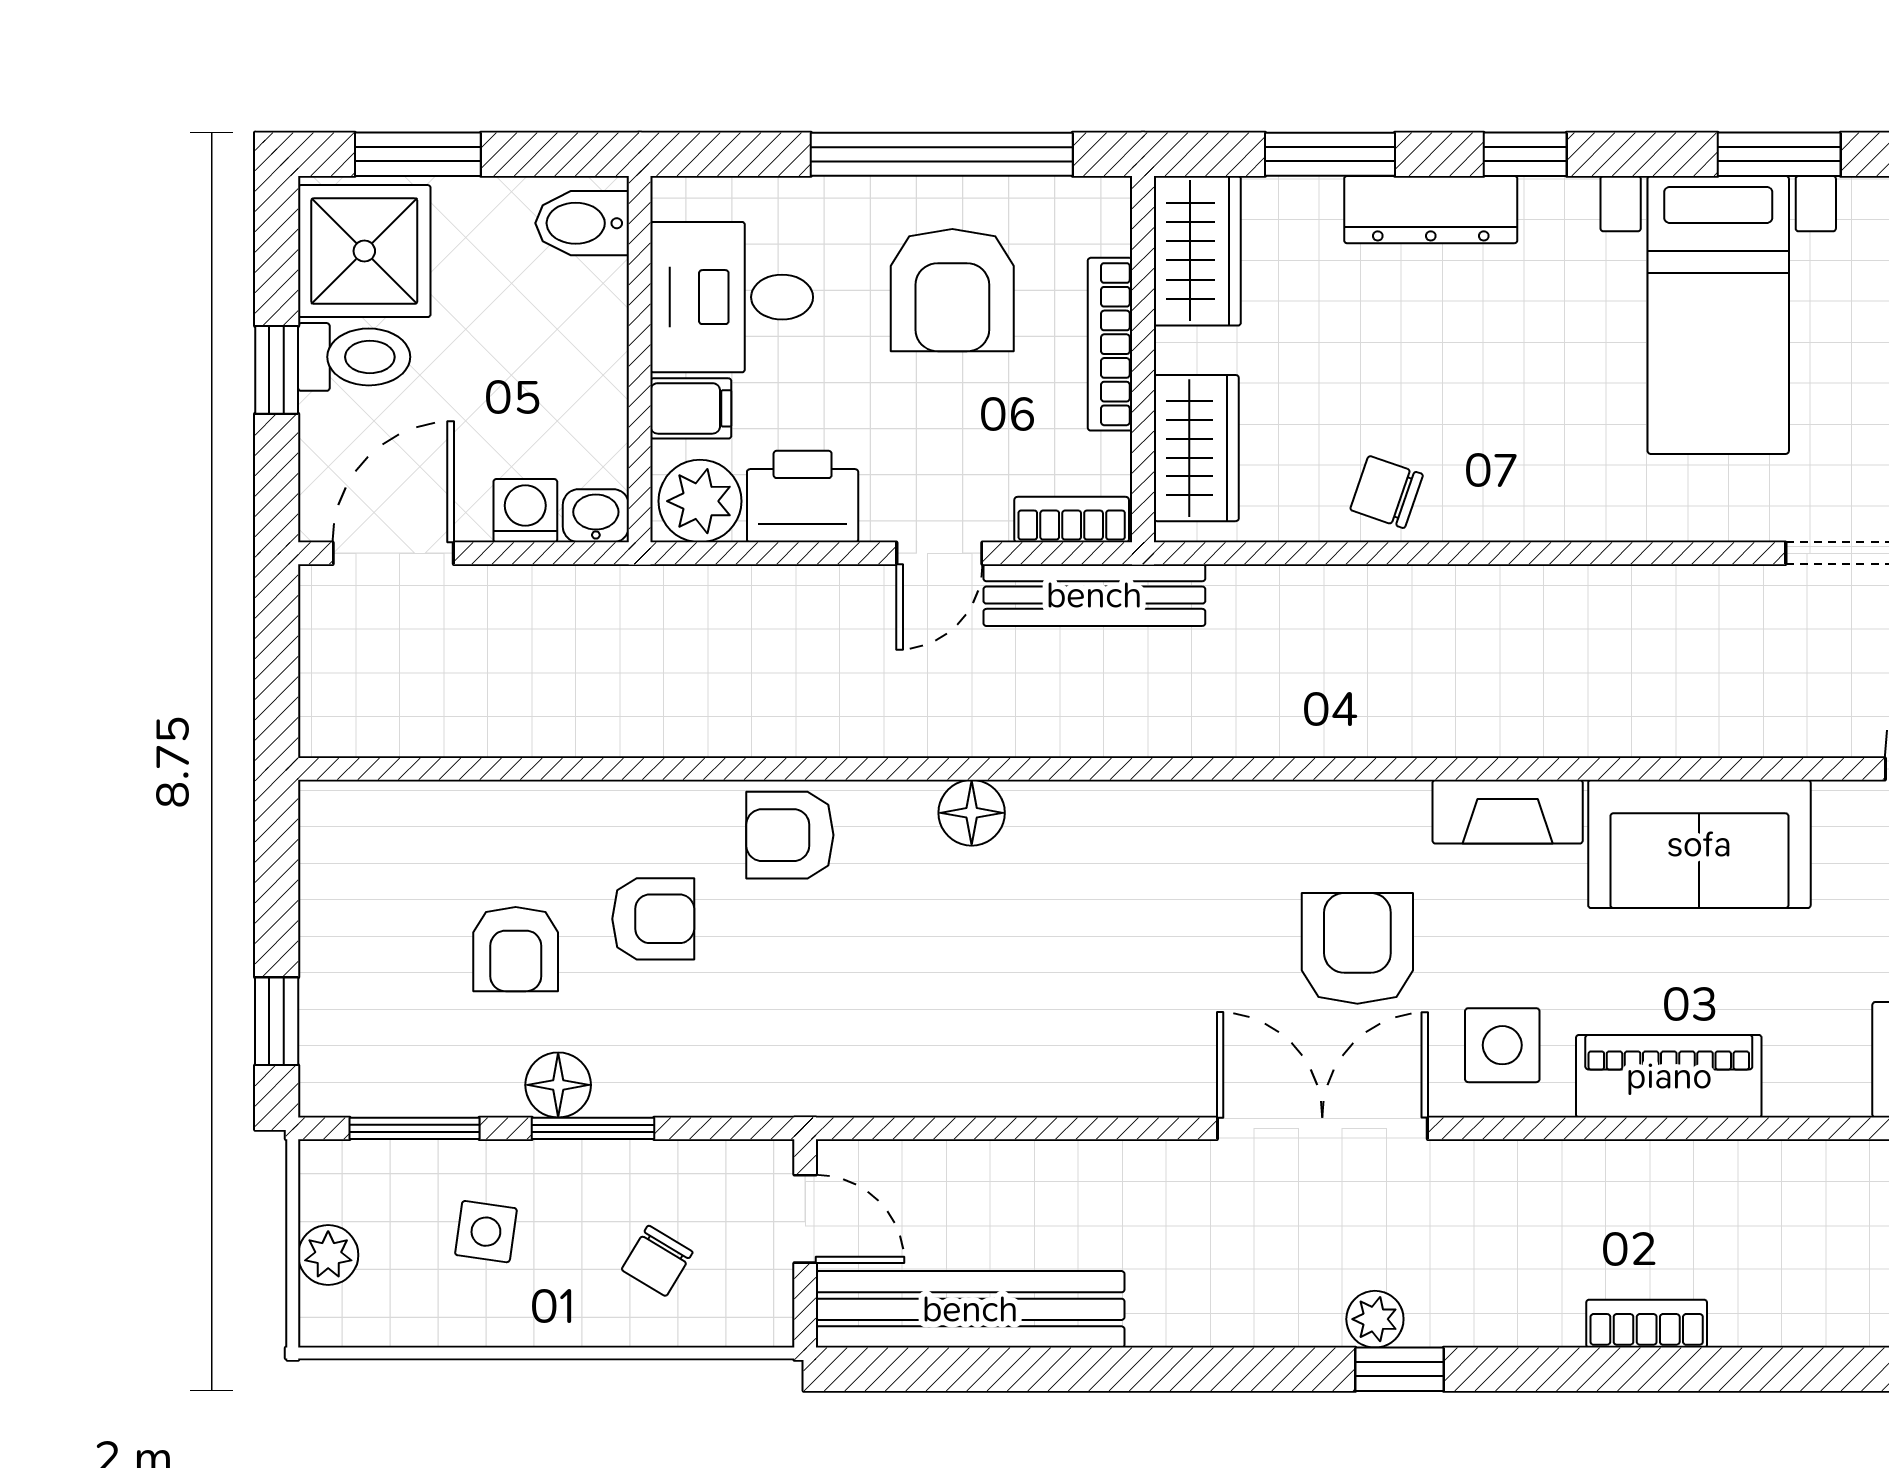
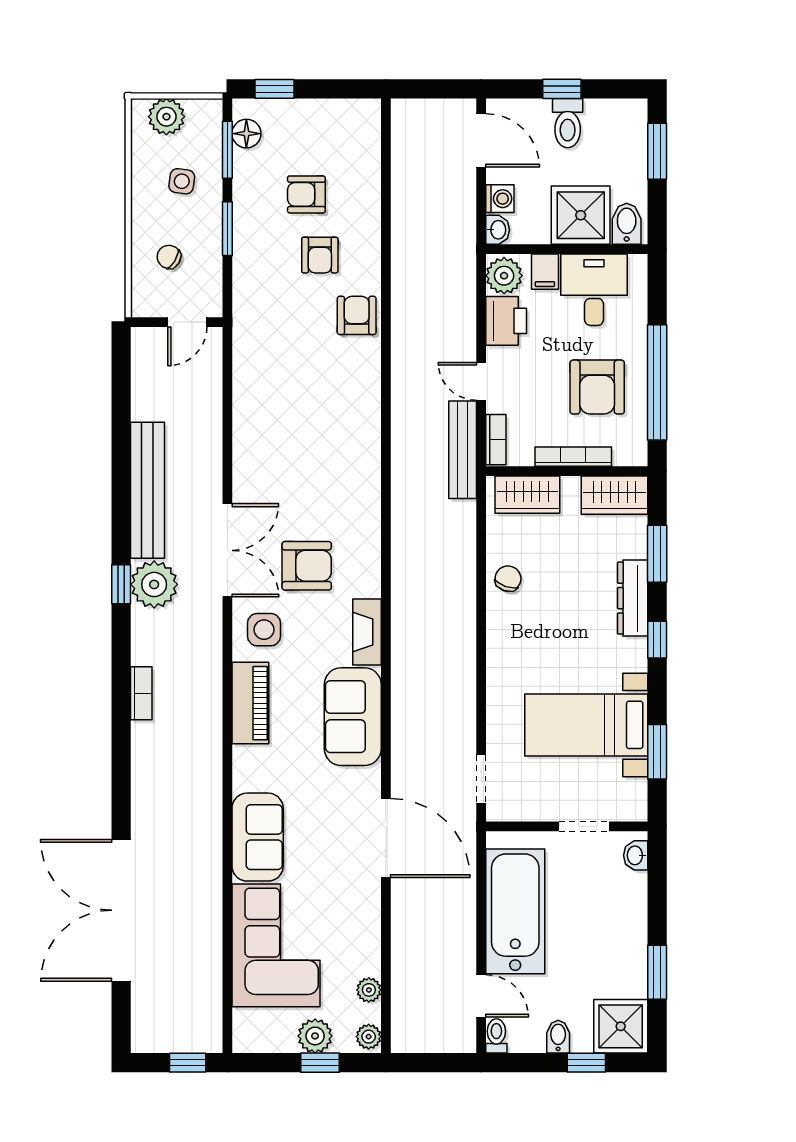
shower: (364, 251) -> (581, 215), moved
armchair: (952, 290) -> (597, 387), turned -90
floor lamp: (972, 813) -> (367, 396), removed
floor lamp: (558, 1085) -> (246, 134), moved
plant: (328, 1255) -> (166, 117), width x1.38, depth x1.38
bench: (970, 1309) -> (147, 490), moved
plant: (1375, 1319) -> (154, 584), width x1.88, depth x1.88

